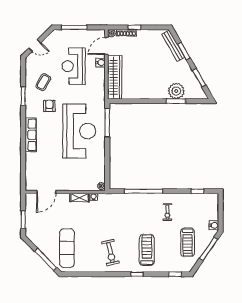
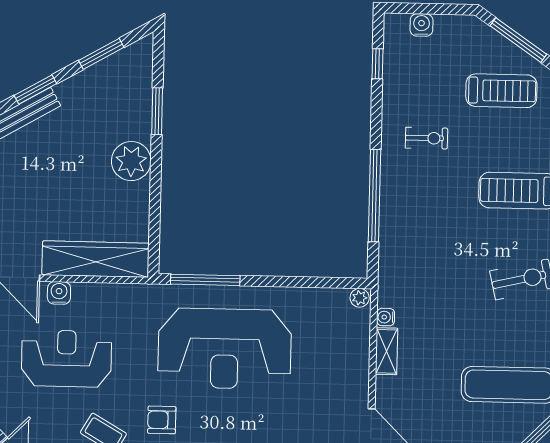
reception desk: (74, 66) -> (66, 358), turned 180
plant: (176, 91) -> (131, 161), moved
reception desk: (79, 131) -> (225, 349), turned 180
water cooler: (214, 225) -> (421, 25), moved

